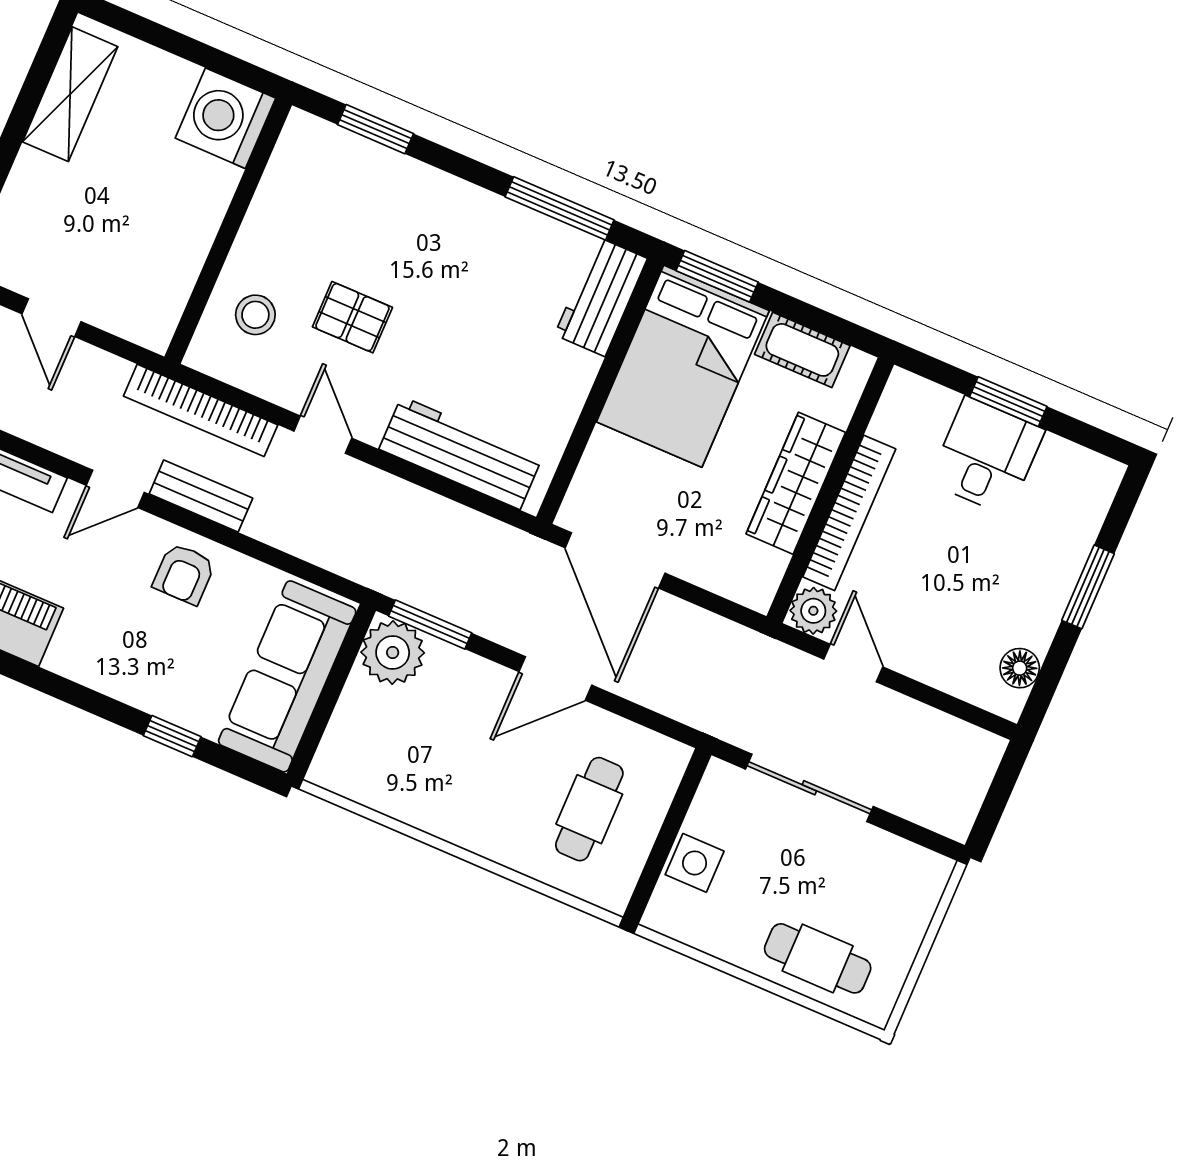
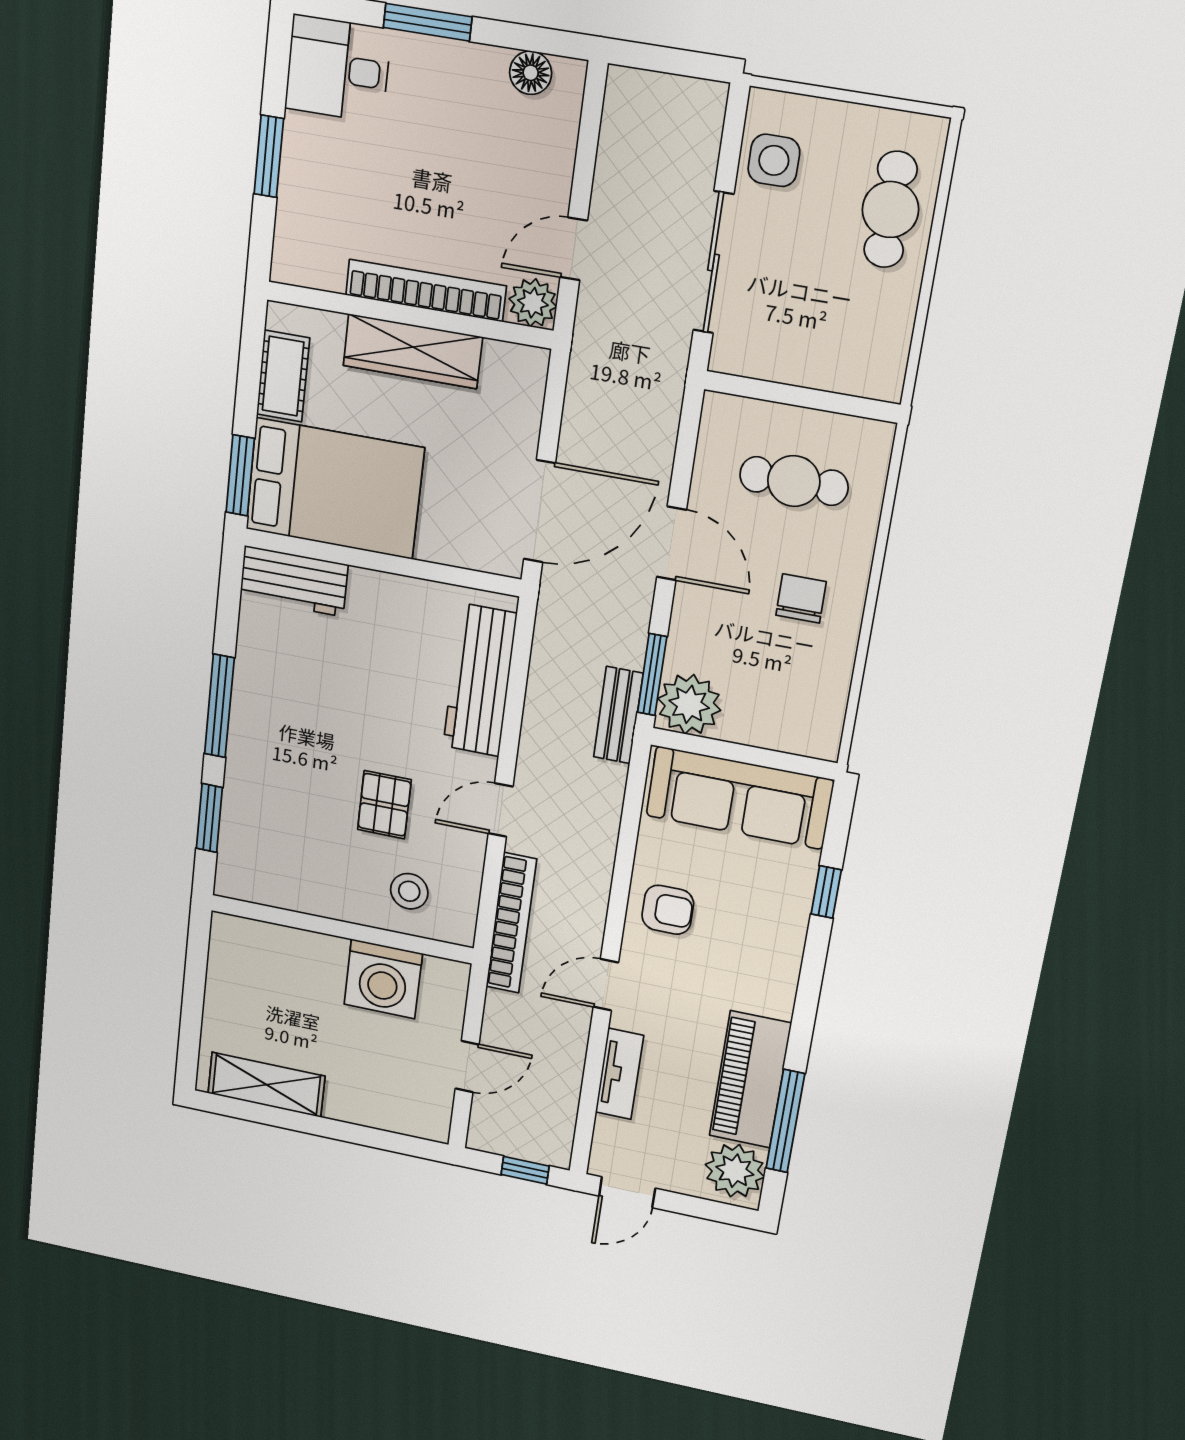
washing machine: (225, 118) -> (383, 979), moved
window: (560, 208) -> (219, 706), moved
desk: (987, 456) -> (338, 69), moved
door: (115, 489) -> (606, 985), swing flipped
bench: (201, 496) -> (618, 715), moved
chair: (475, 787) -> (801, 599), added
side table: (695, 863) -> (774, 160), moved

